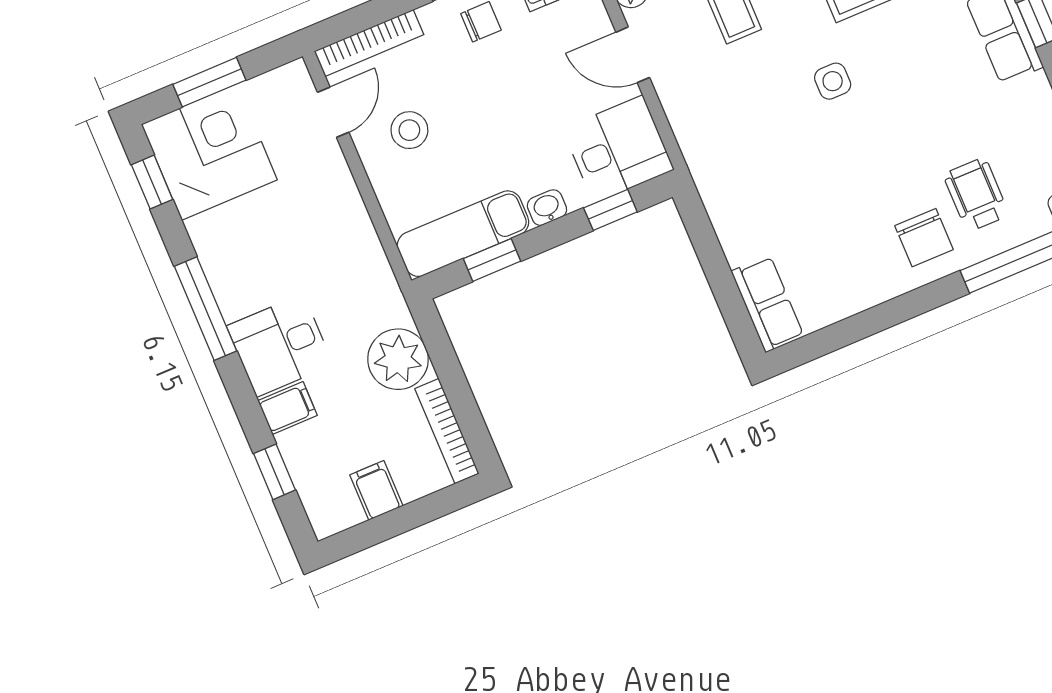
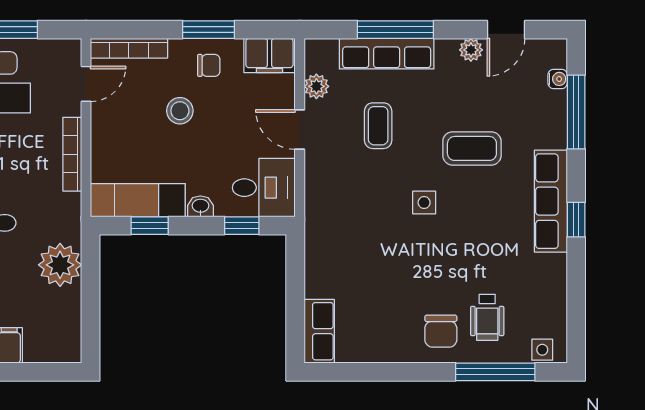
stool: (409, 130) -> (180, 111), moved
wheelchair: (976, 195) -> (487, 317), turned 180
bookcase: (447, 431) -> (72, 154), moved

